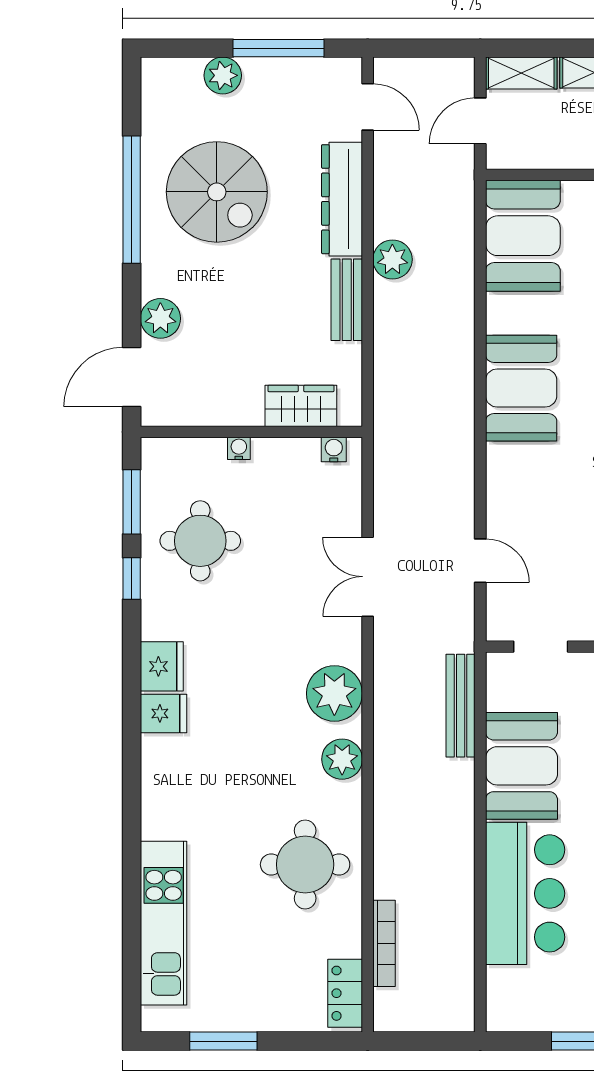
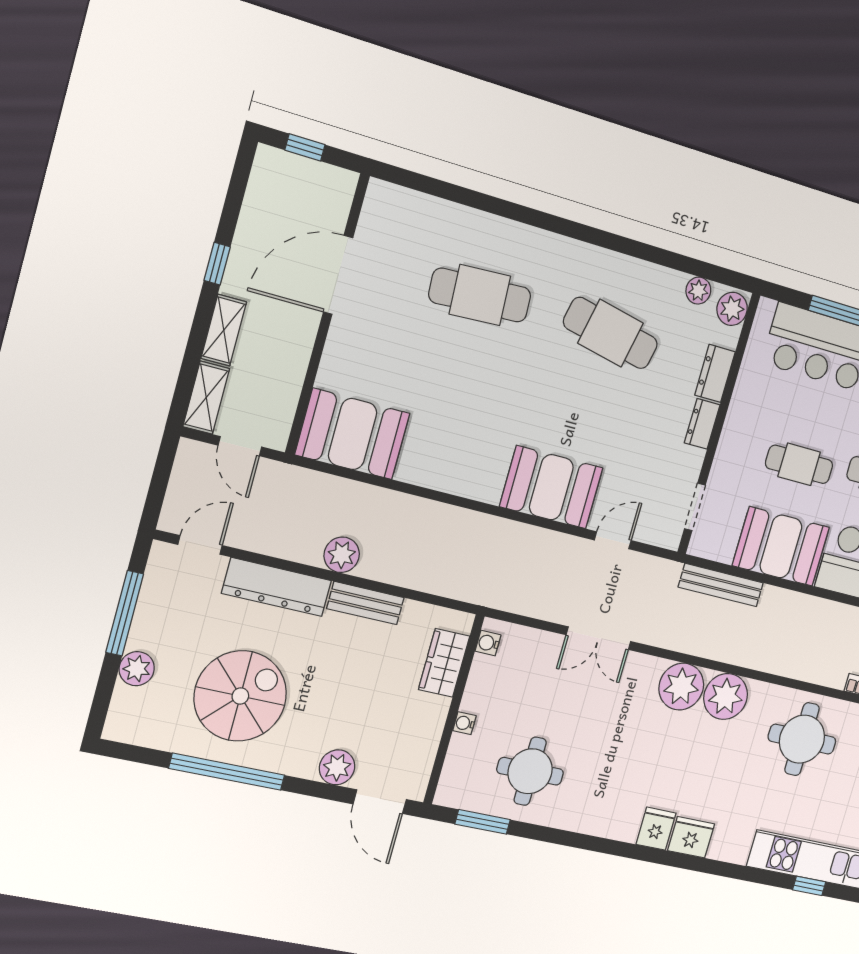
booth: (521, 388) -> (551, 487), moved
window: (132, 579) -> (809, 886), moved
fridge: (162, 666) -> (691, 837), moved
plant: (342, 759) -> (726, 696), width x1.36, depth x1.36

